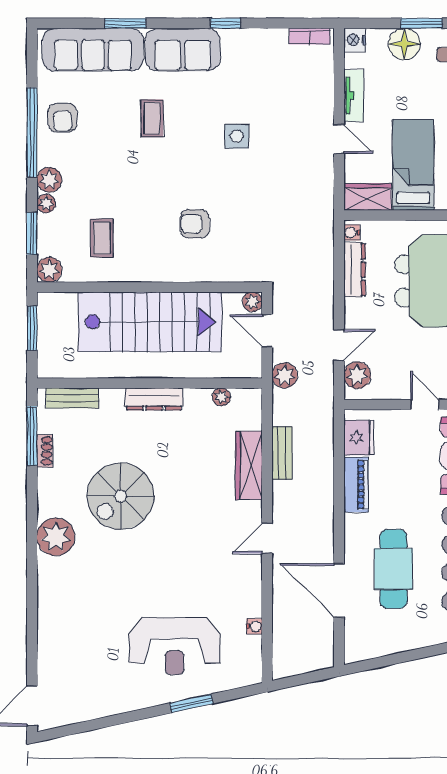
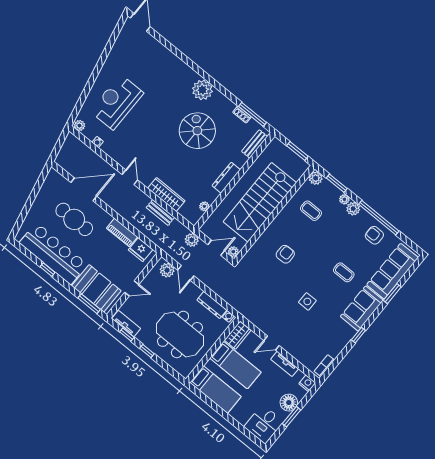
plant: (252, 672) -> (79, 126), added
window: (191, 703) -> (87, 90), removed

